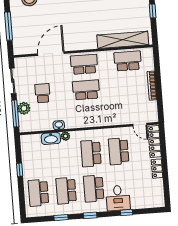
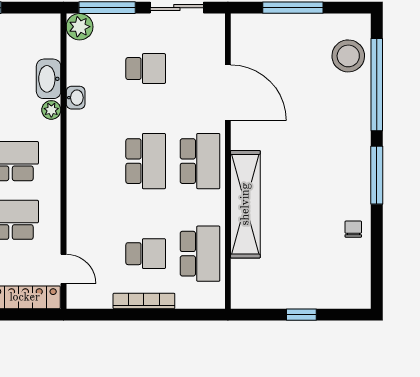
shelving: (123, 40) -> (245, 204), moved
school desk: (130, 86) -> (146, 254), added
plant: (24, 108) -> (80, 27), moved
door: (140, 125) -> (63, 269), swing flipped

